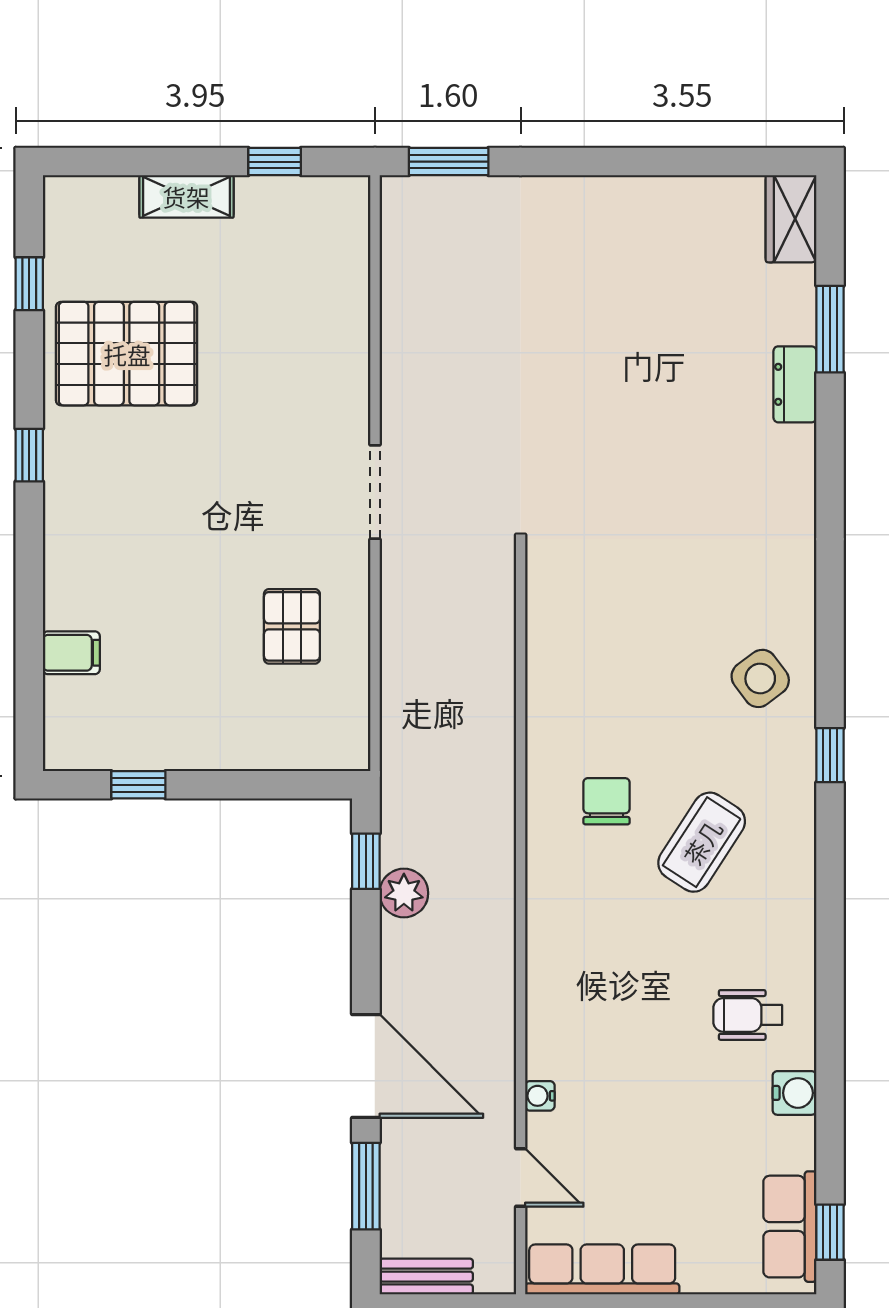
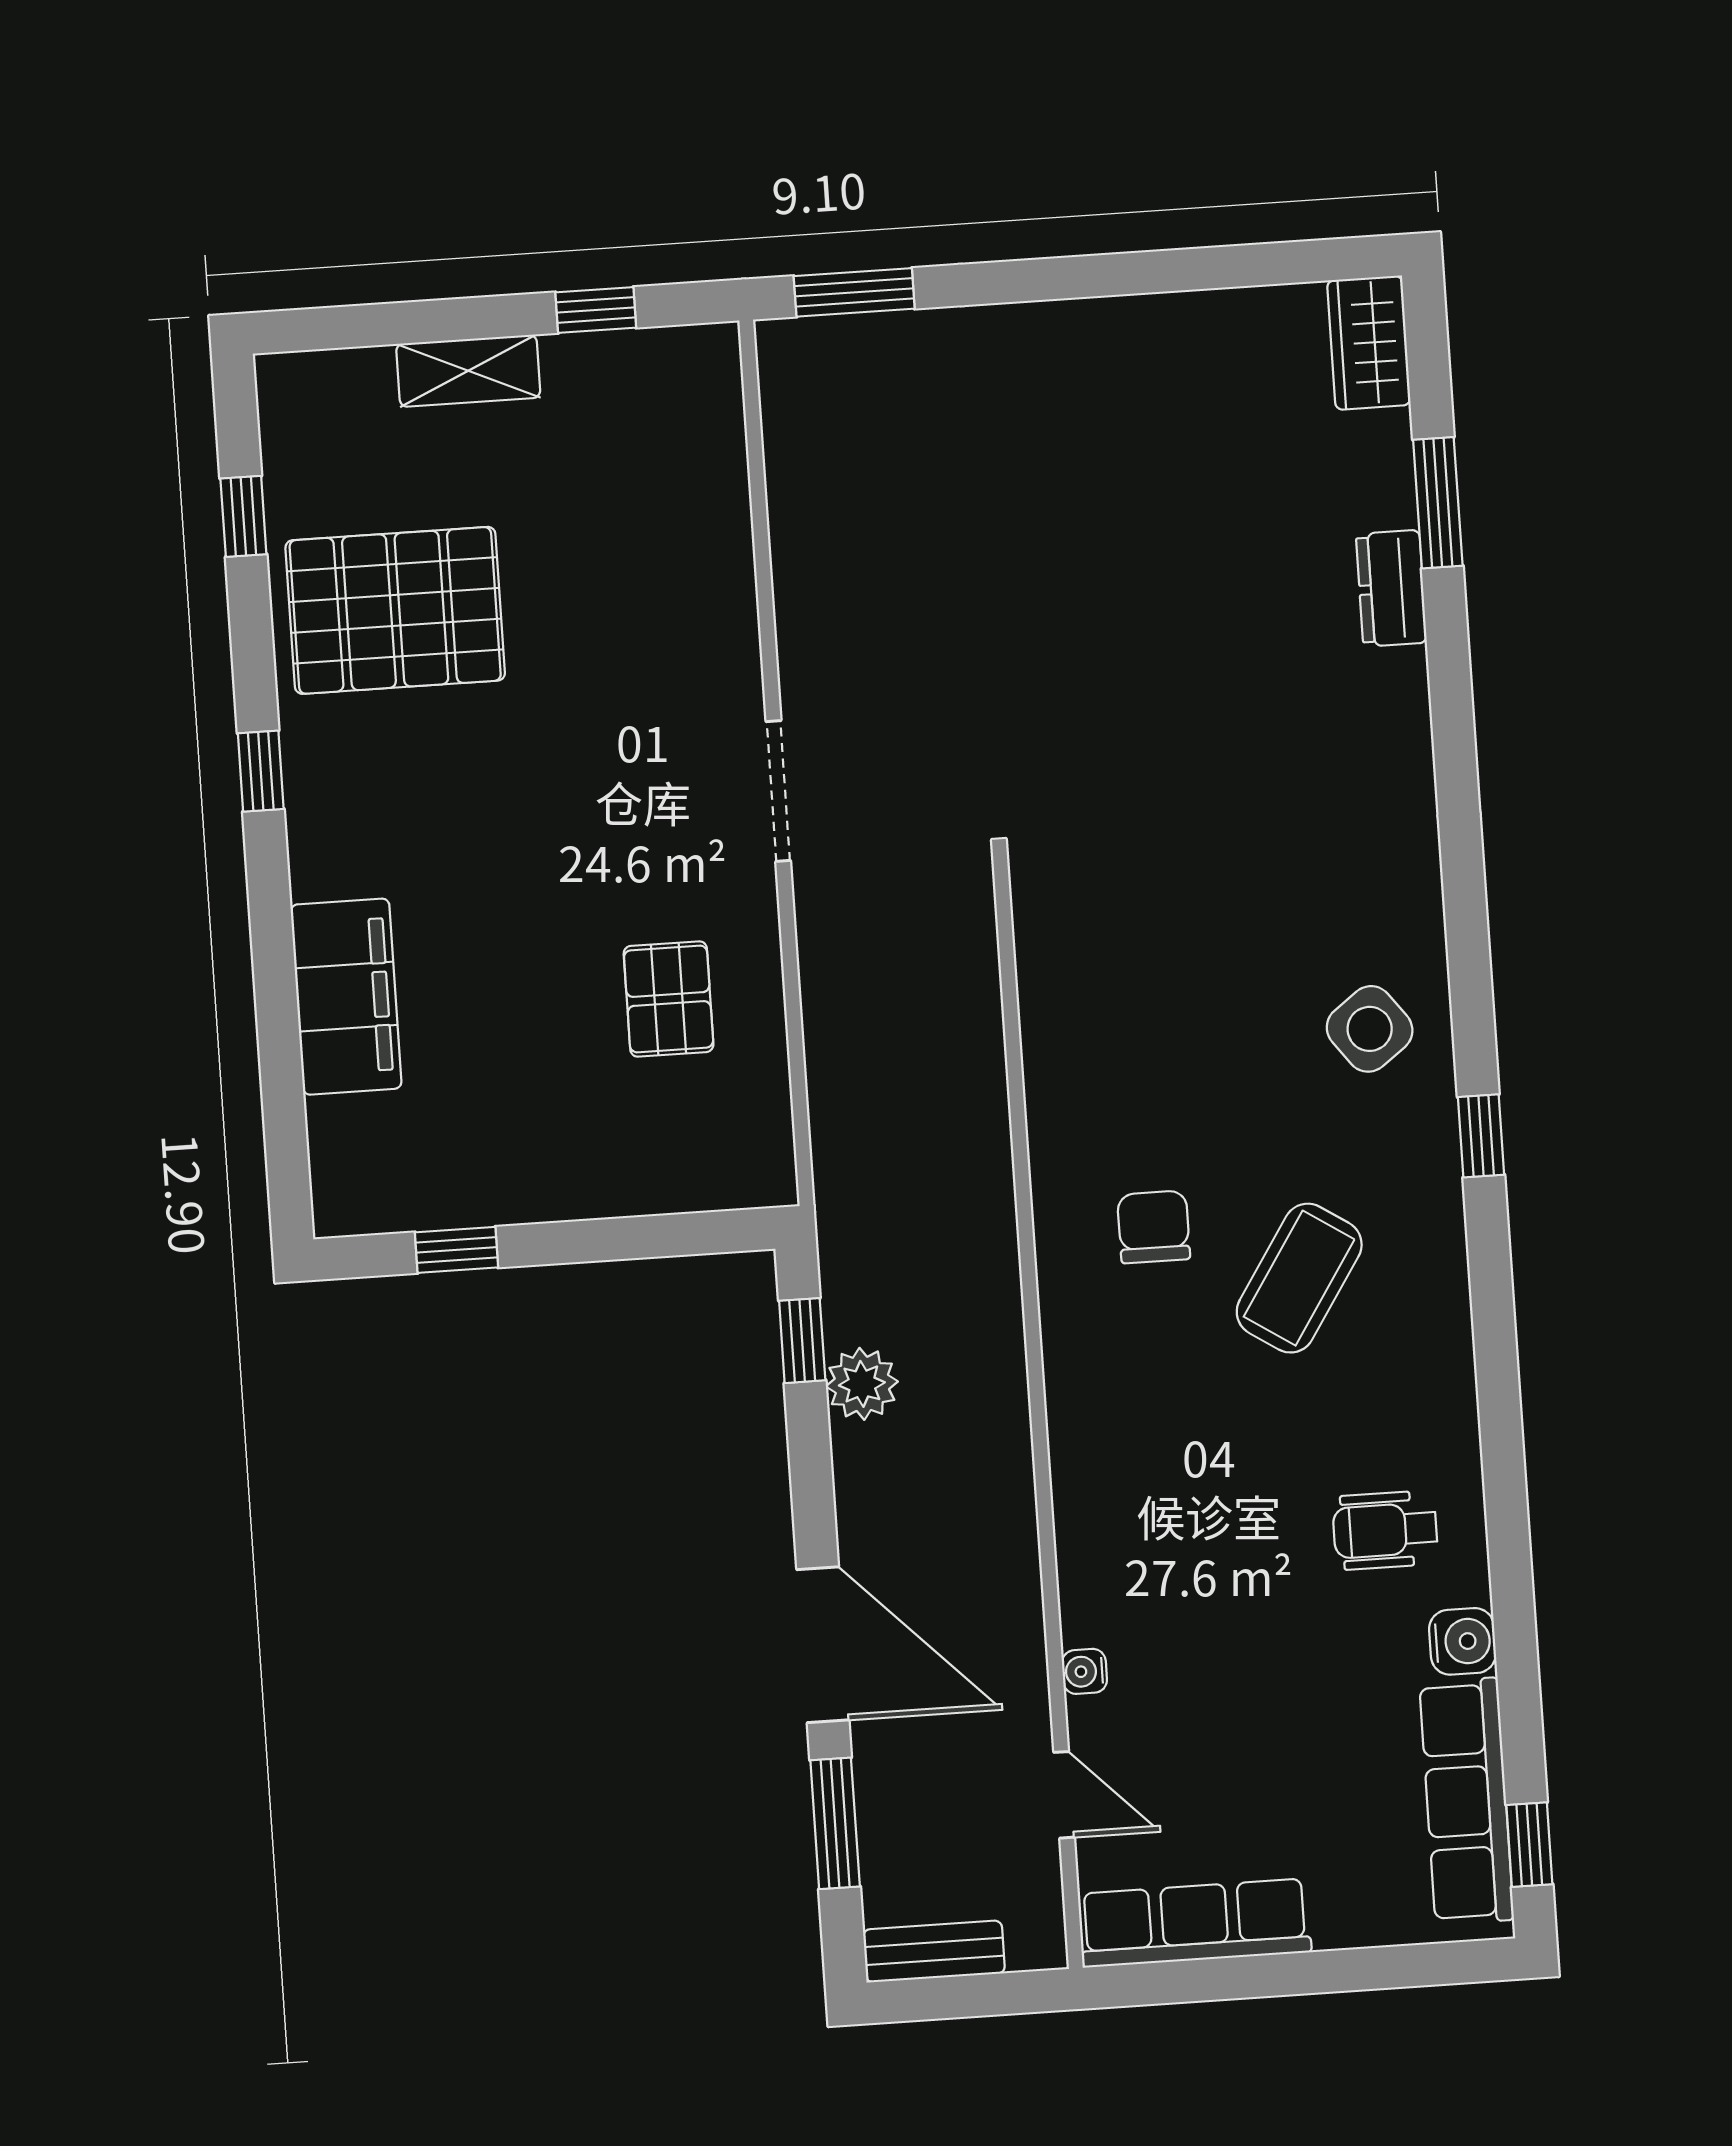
filing cabinet: (71, 653) -> (346, 997), width x3.00, depth x1.17
row of seats: (790, 1227) -> (1467, 1801), width x1.48

